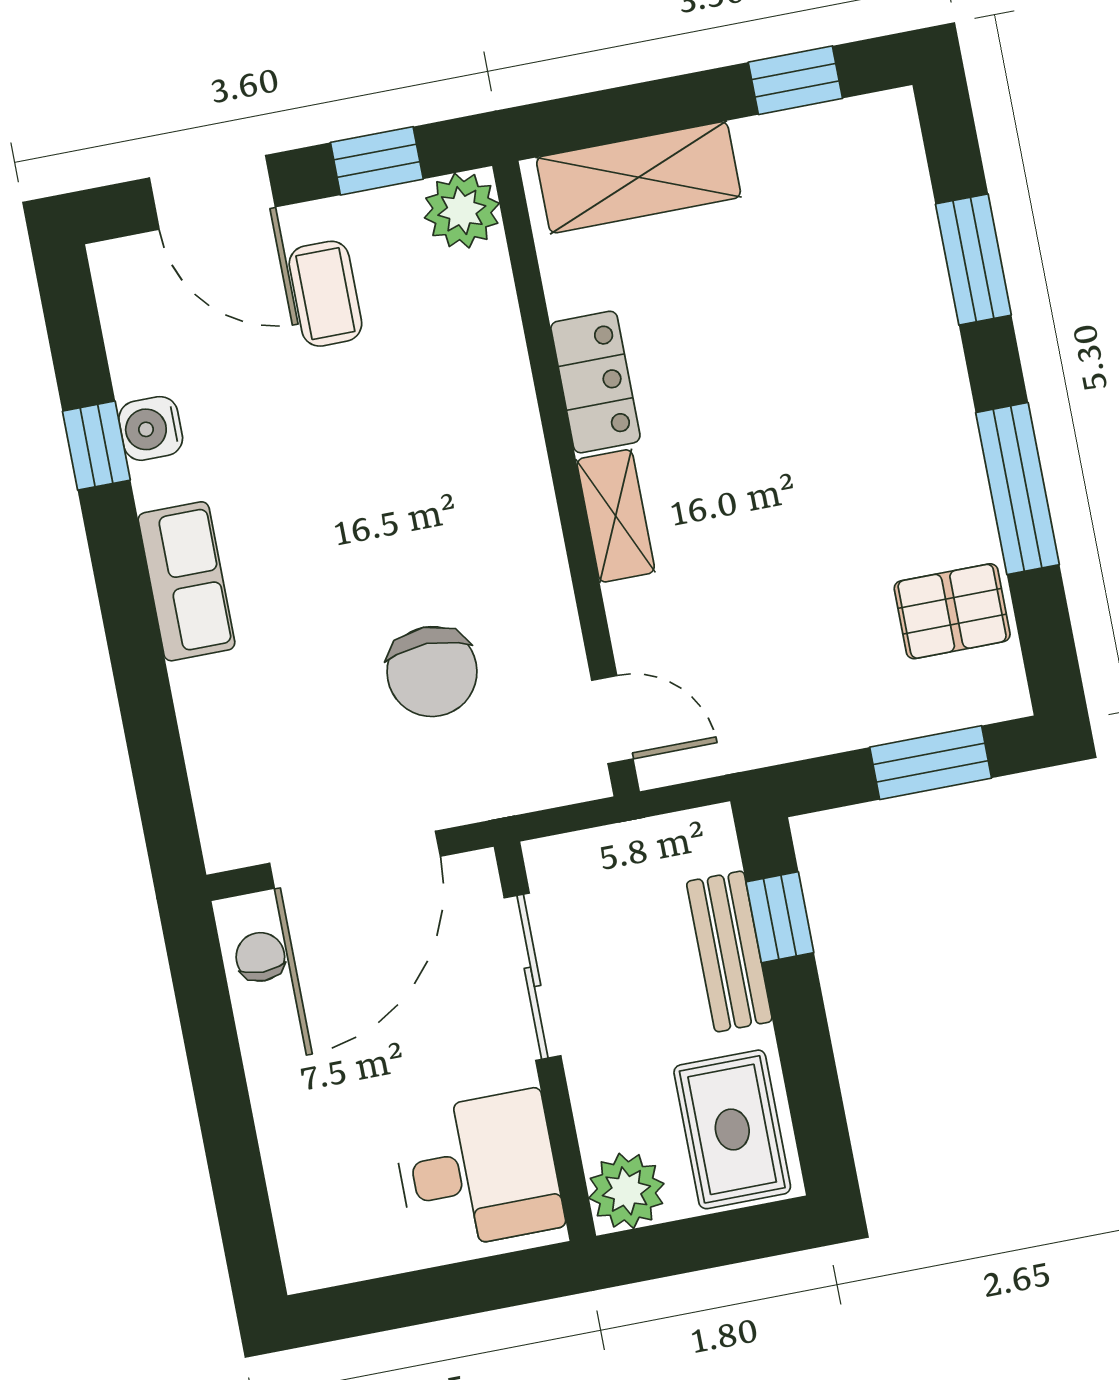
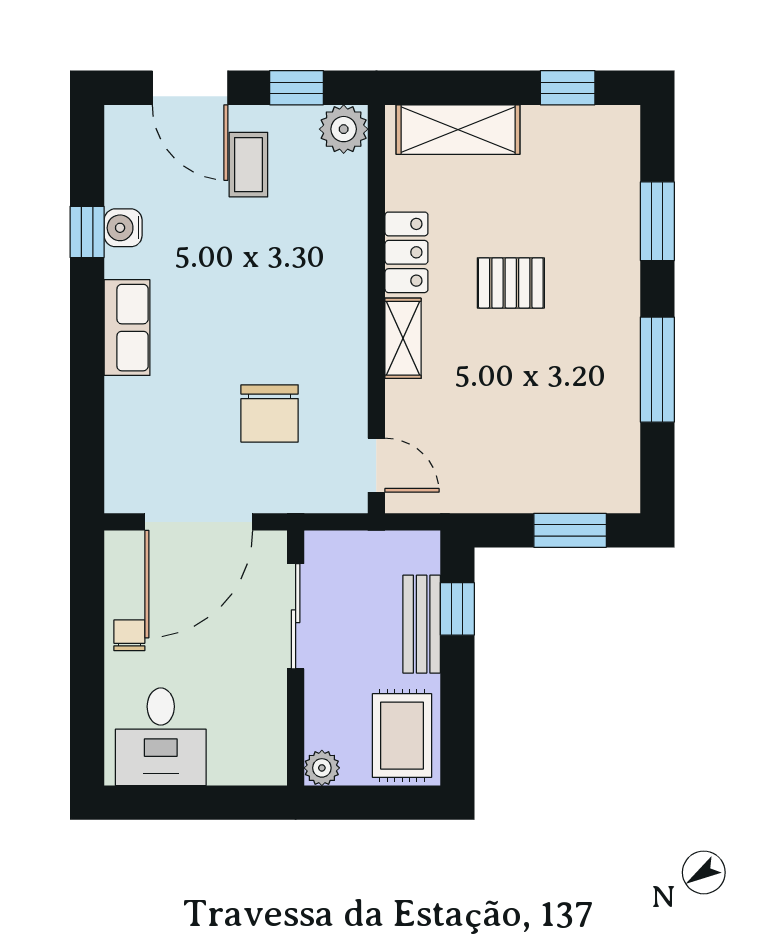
pallet: (952, 611) -> (511, 283), moved
chair: (260, 957) -> (129, 635), moved
desk: (478, 1171) -> (161, 737), moved, turned 90
plant: (626, 1191) -> (322, 768), width x0.73, depth x0.73

